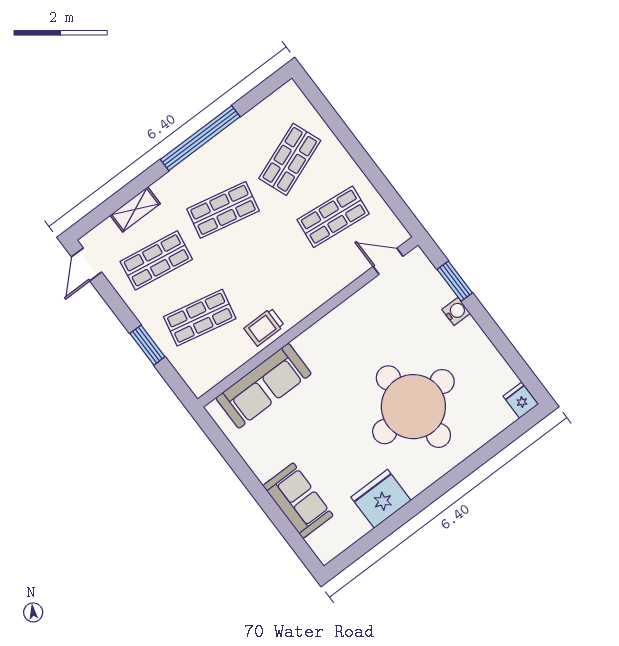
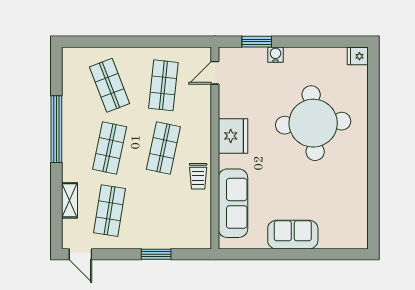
shop shelf: (200, 318) -> (163, 148), moved
fridge: (381, 499) -> (233, 136), moved, turned 180
sofa: (298, 501) -> (293, 235), moved

